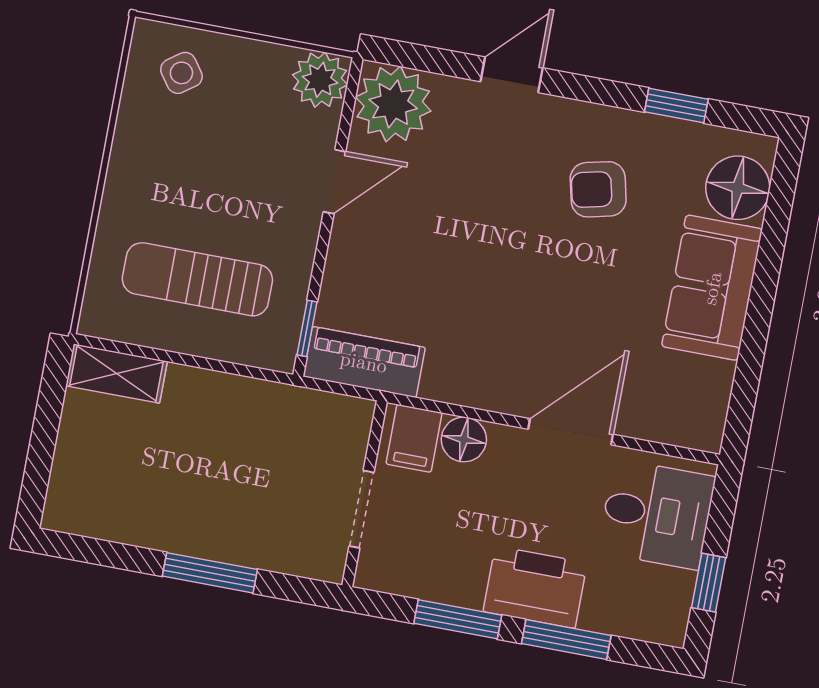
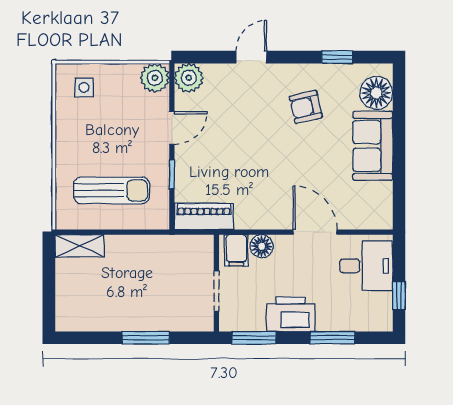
side table: (181, 73) -> (84, 87), turned 36
plant: (393, 104) -> (189, 78), width x0.73, depth x0.73
sun lounger: (197, 279) -> (112, 190), turned 180
window: (307, 328) -> (172, 174), moved
door: (571, 432) -> (315, 232), hinge flipped
printer: (535, 587) -> (291, 314), moved
window: (458, 619) -> (254, 338), moved

